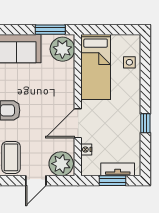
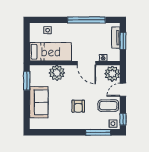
plant: (62, 49) -> (57, 73), moved
window: (145, 123) -> (86, 20), width x3.17
door: (36, 181) -> (123, 90), swing flipped

